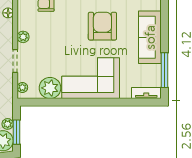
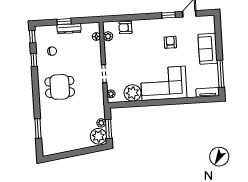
armchair: (102, 26) -> (170, 42), width x0.53, depth x0.53
plant: (23, 37) -> (108, 36), moved
sofa: (150, 37) -> (208, 49), width x0.73

